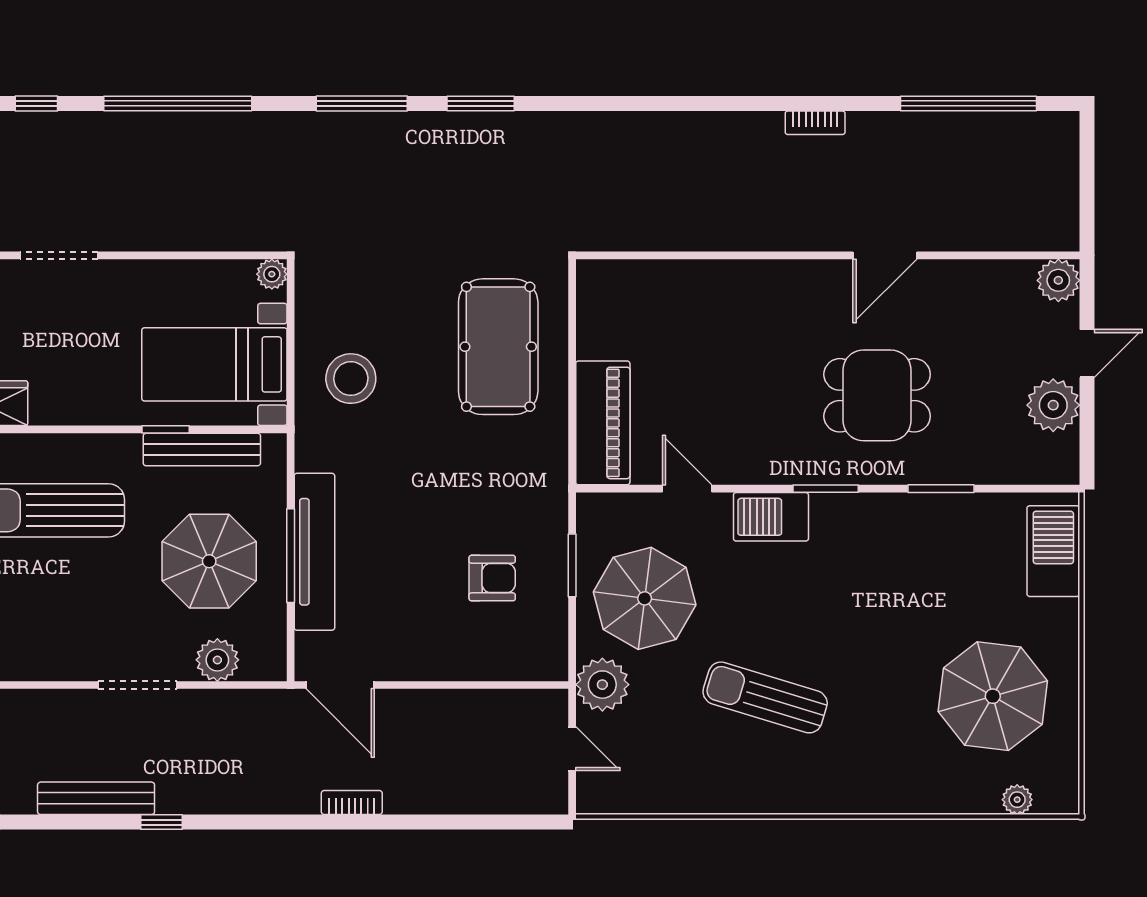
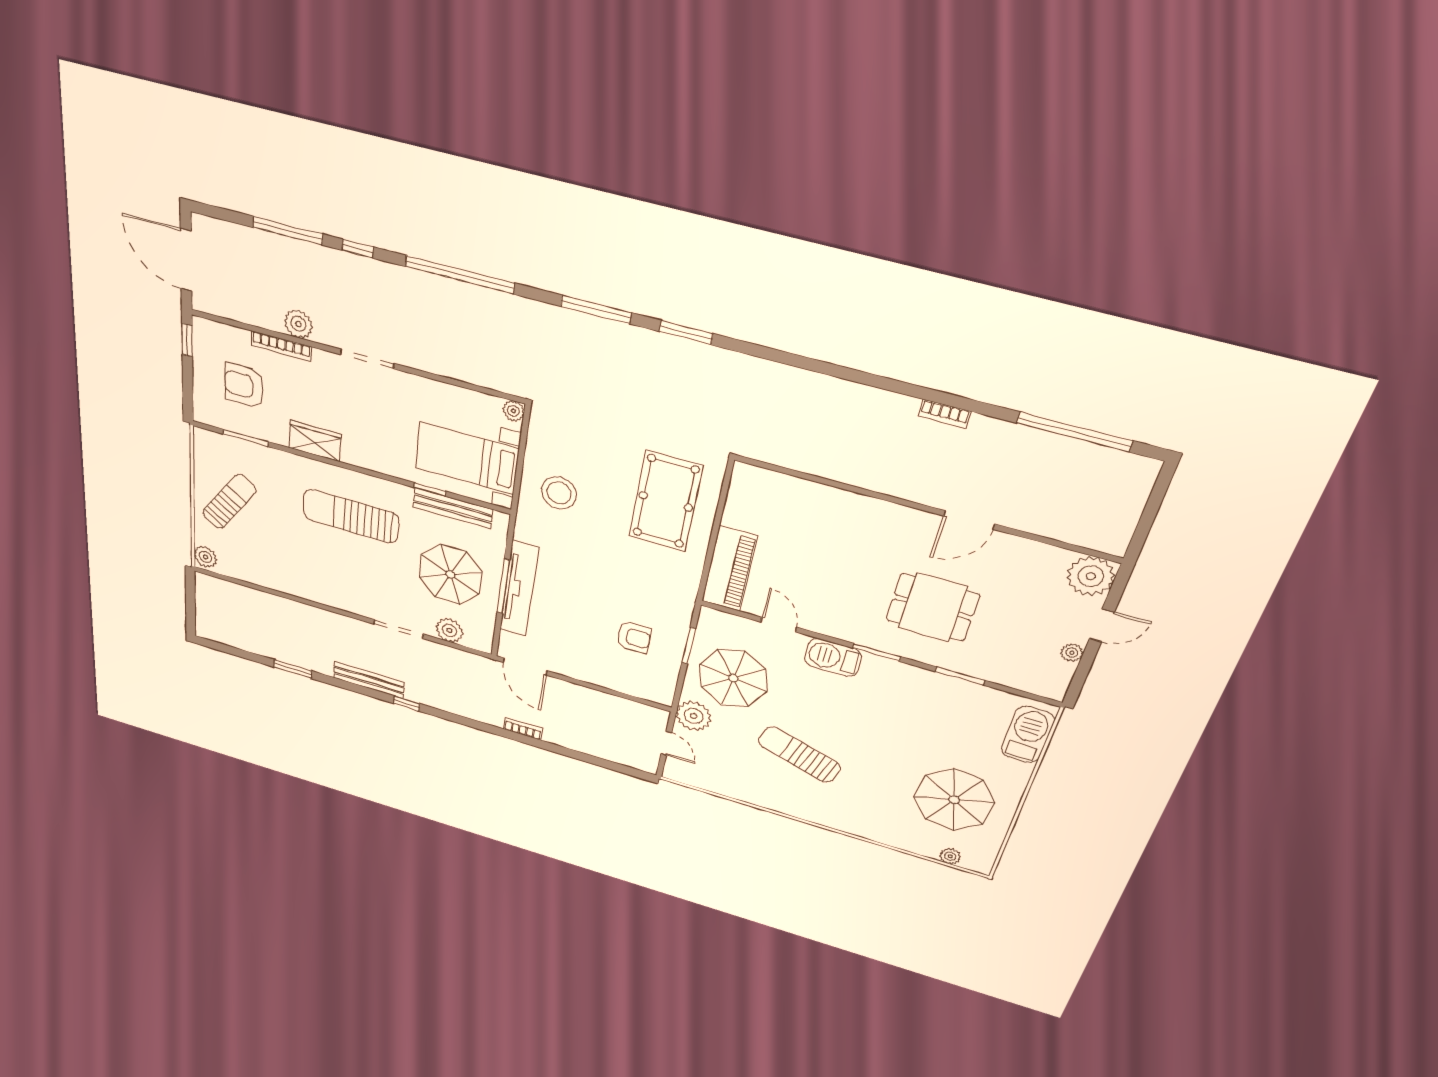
plant: (1058, 280) -> (1091, 576), width x1.36, depth x1.36
plant: (1053, 405) -> (1072, 653), width x0.53, depth x0.53

